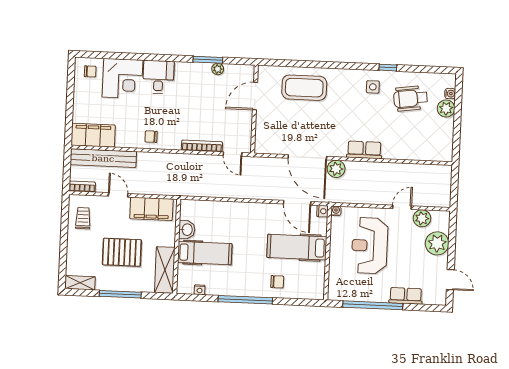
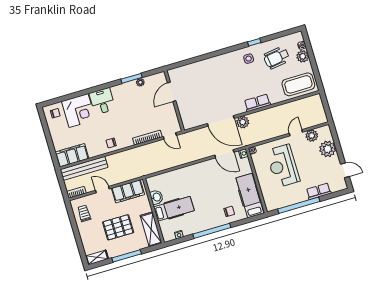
coffee table: (304, 88) -> (298, 84), moved
hospital bed: (297, 247) -> (250, 196), moved, turned 90

